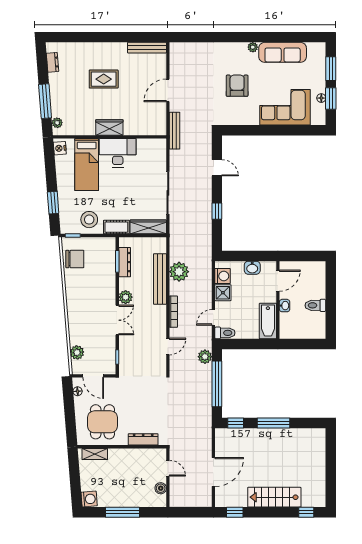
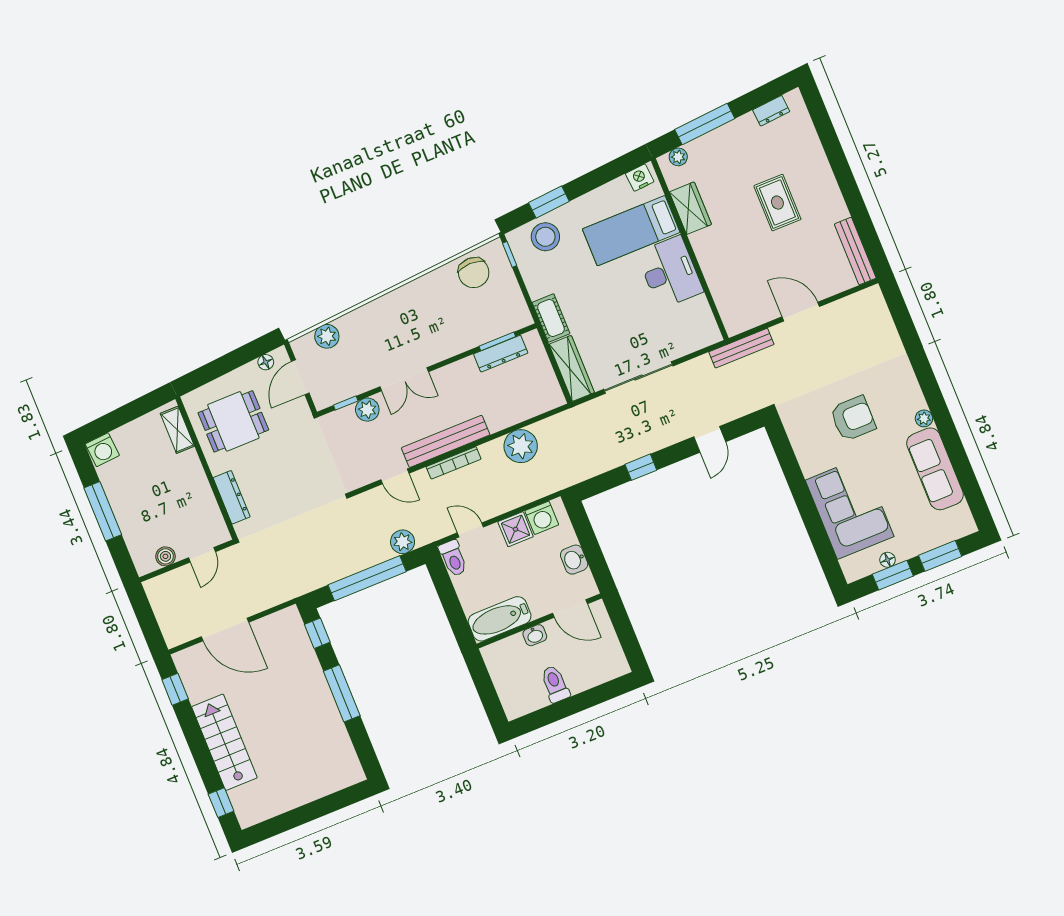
wardrobe: (109, 127) -> (690, 208), moved
stool: (89, 220) -> (545, 237), moved
bench: (160, 279) -> (446, 441), moved
plant: (126, 297) -> (367, 410), moved

